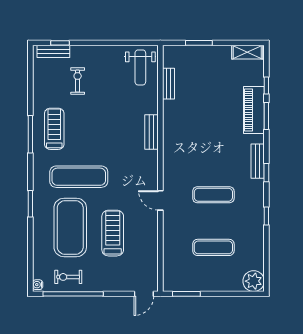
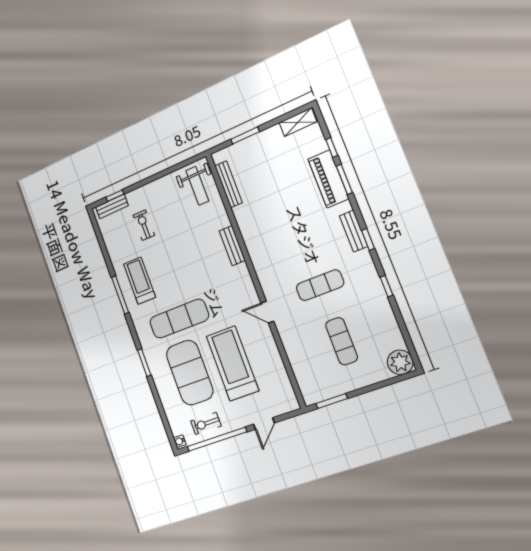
bench: (169, 84) -> (229, 184), width x1.36
treadmill: (113, 233) -> (232, 363), width x1.37, depth x1.38
exercise mat: (213, 247) -> (342, 341), turned 90
door: (144, 294) -> (264, 424), moved

